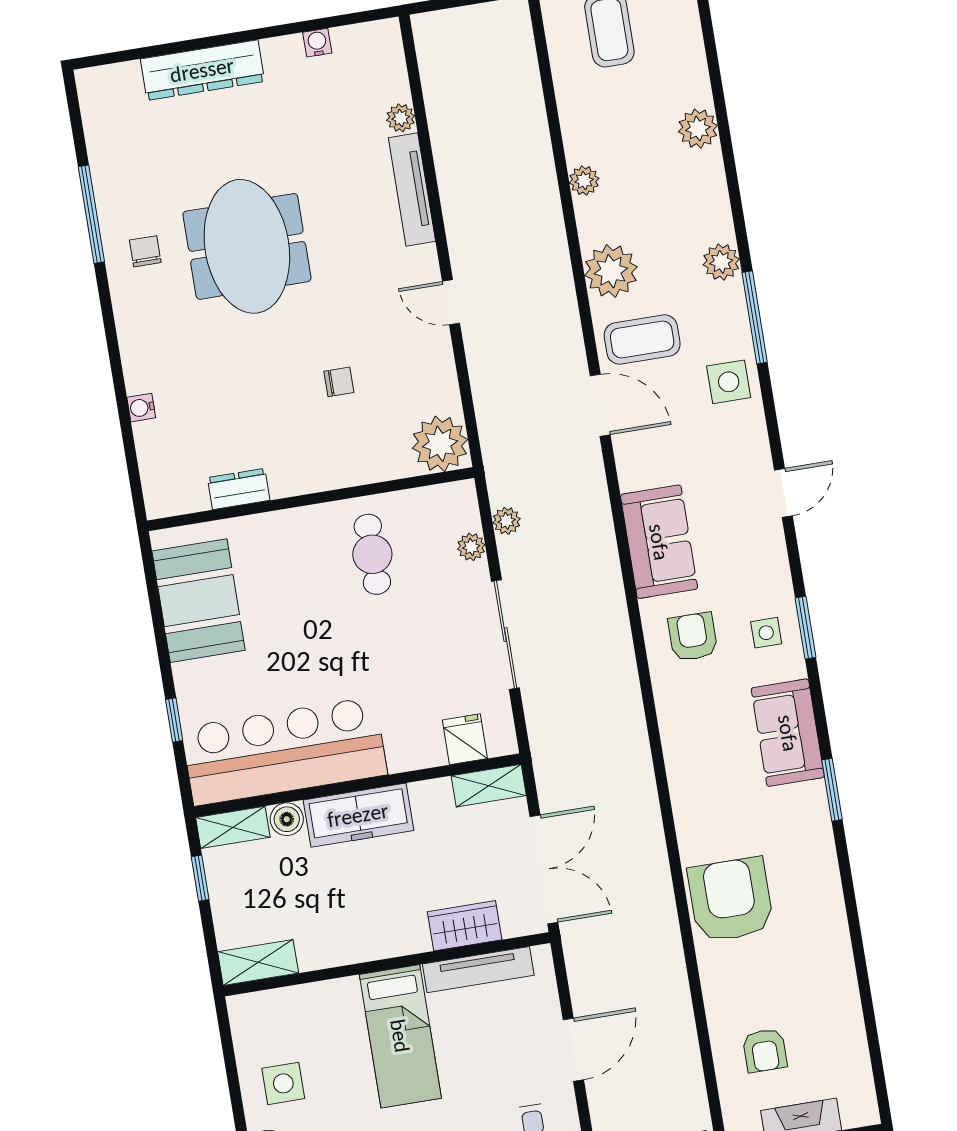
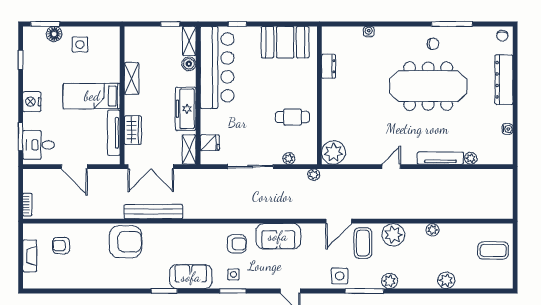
meeting table: (247, 246) -> (428, 86), width x1.36
chair: (339, 382) -> (502, 36), moved
plant: (506, 521) -> (314, 175), moved
freezer: (358, 815) -> (186, 109), moved
bench: (649, 846) -> (153, 212), added
shelving: (258, 962) -> (132, 78), moved

